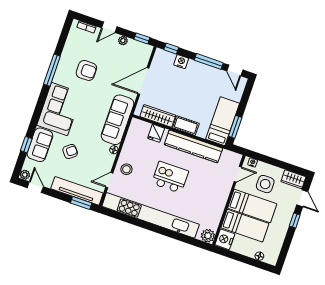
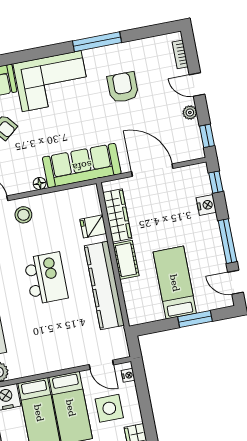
armchair: (86, 70) -> (123, 87), turned 180
door: (235, 70) -> (235, 282), hinge flipped
bed: (223, 121) -> (175, 283), moved, turned -90
window: (235, 127) -> (195, 319), moved

